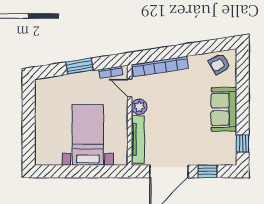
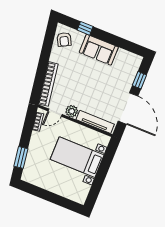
window: (79, 66) -> (21, 157), moved
window: (243, 144) -> (85, 28), moved

